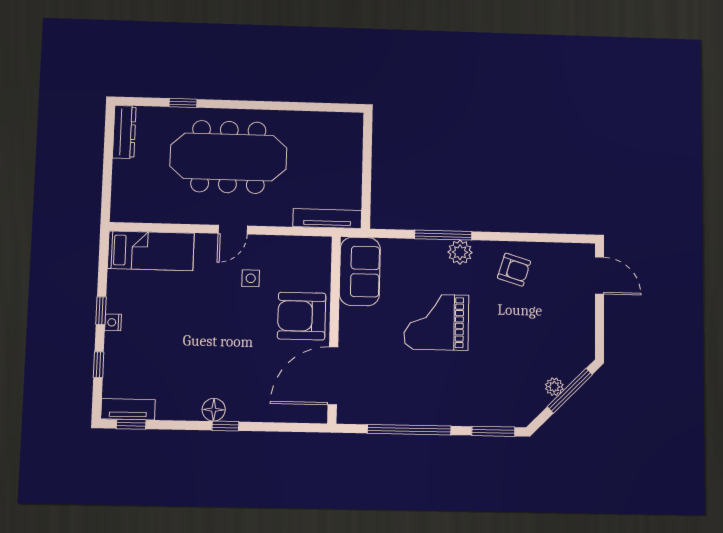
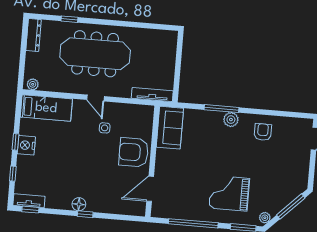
plant: (126, 213) -> (33, 84), added
door: (233, 230) -> (95, 98), hinge flipped
armchair: (514, 270) -> (263, 132), turned -107
nightstand: (113, 322) -> (26, 145), width x1.89, depth x1.79
grand piano: (436, 322) -> (229, 193), moved
door: (333, 376) -> (150, 189), width x0.73
plant: (554, 387) -> (265, 218), moved

